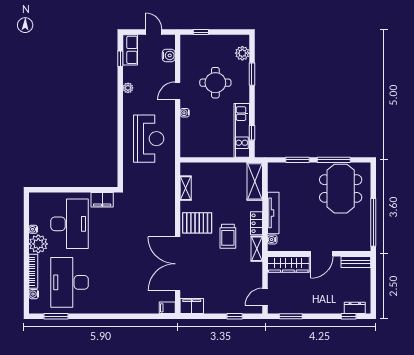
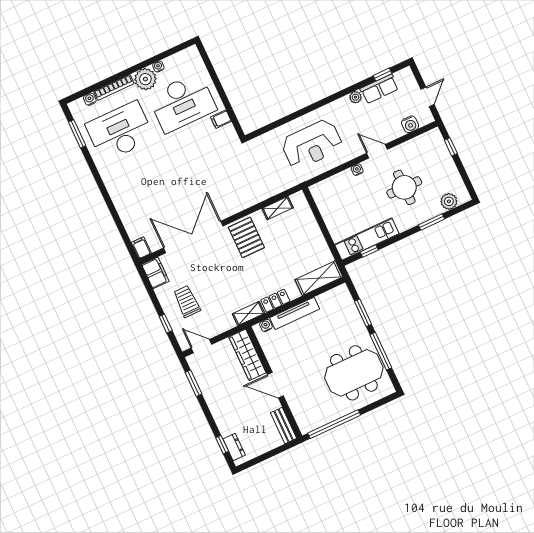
row of seats: (130, 50) -> (379, 89), moved
filing cabinet: (102, 200) -> (221, 119), width x0.50
trolley: (228, 236) -> (187, 301), moved, turned 90

